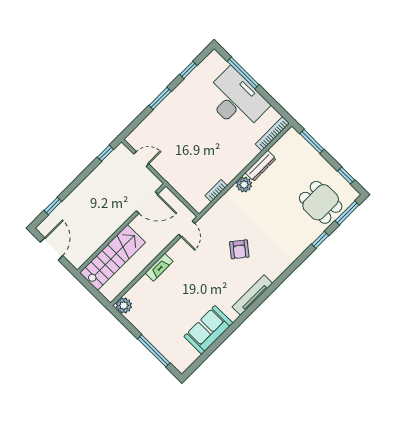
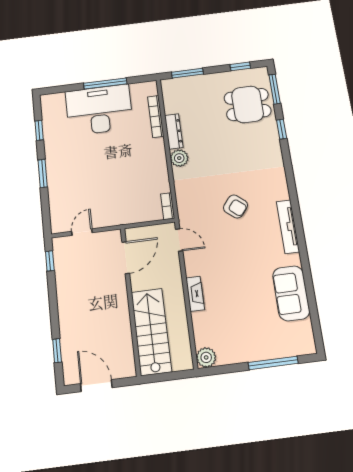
window: (243, 73) -> (105, 83), moved
bookcase: (272, 134) -> (156, 116), moved
bookcase: (216, 191) -> (168, 206), moved

